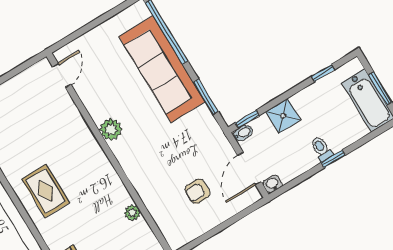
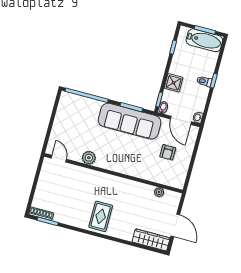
sofa: (162, 69) -> (130, 121), moved
plant: (111, 129) -> (89, 158), moved
rug: (46, 191) -> (101, 216), turned 90
plant: (132, 213) -> (159, 192), moved

